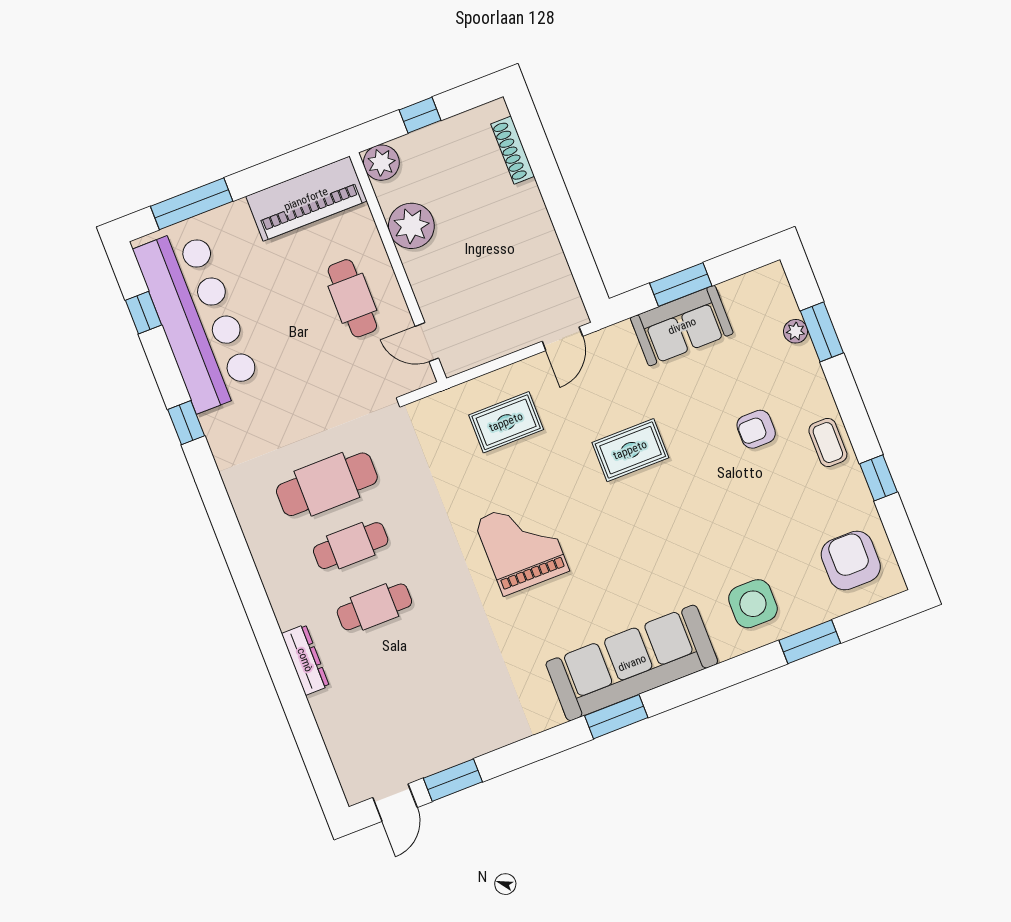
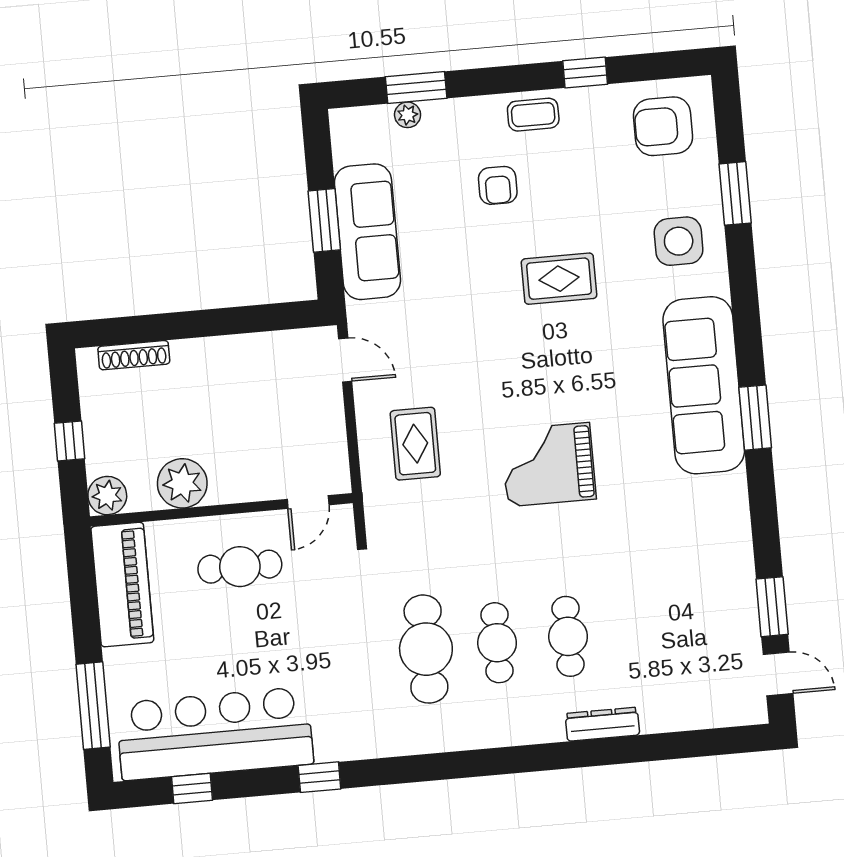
sofa: (682, 326) -> (367, 232), width x1.36
rug: (630, 450) -> (559, 279), moved, turned 90

